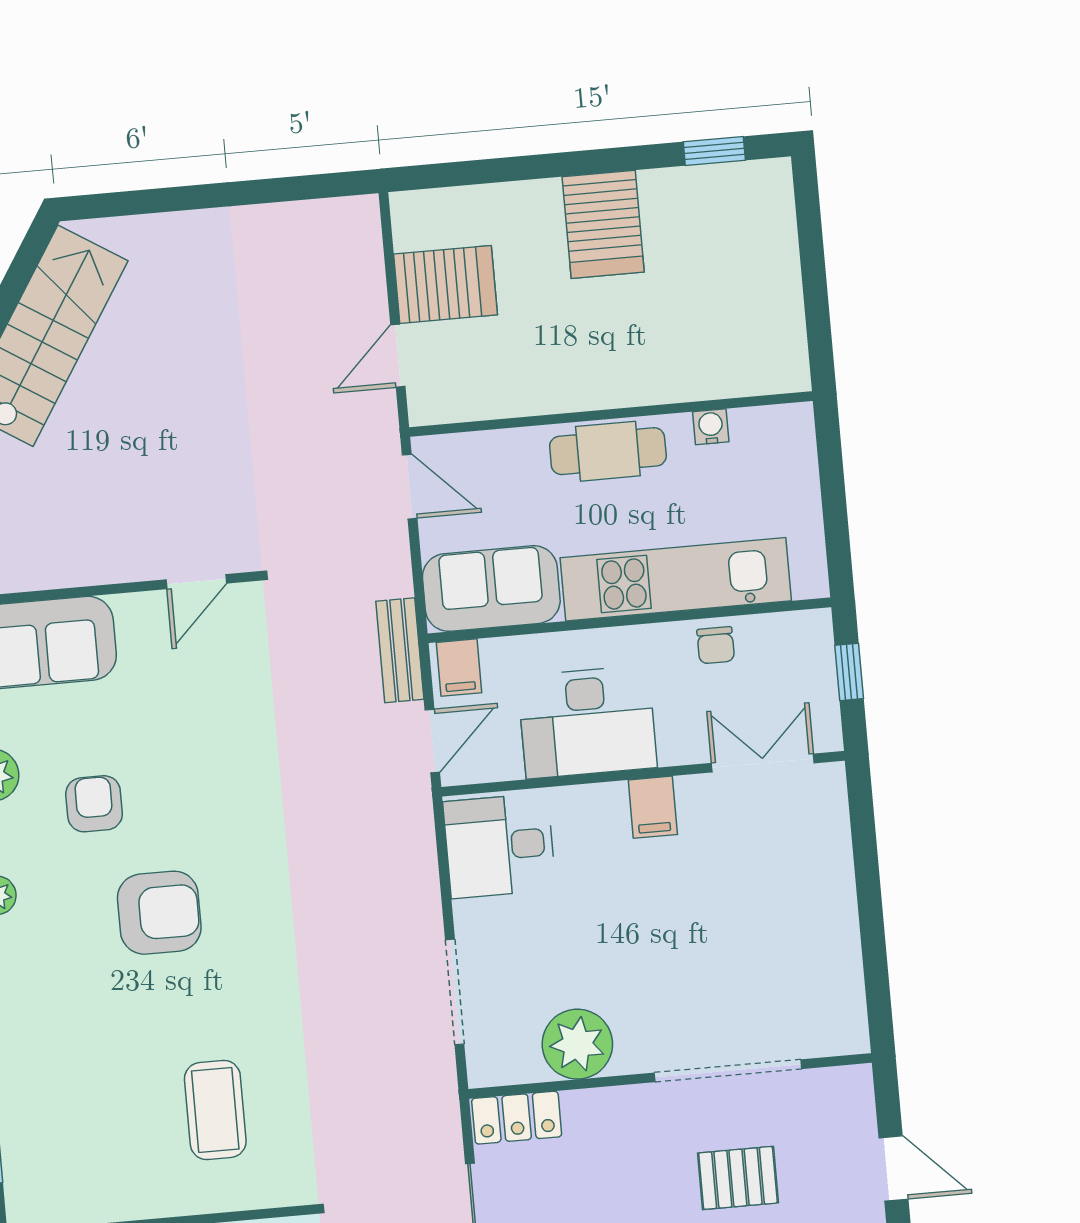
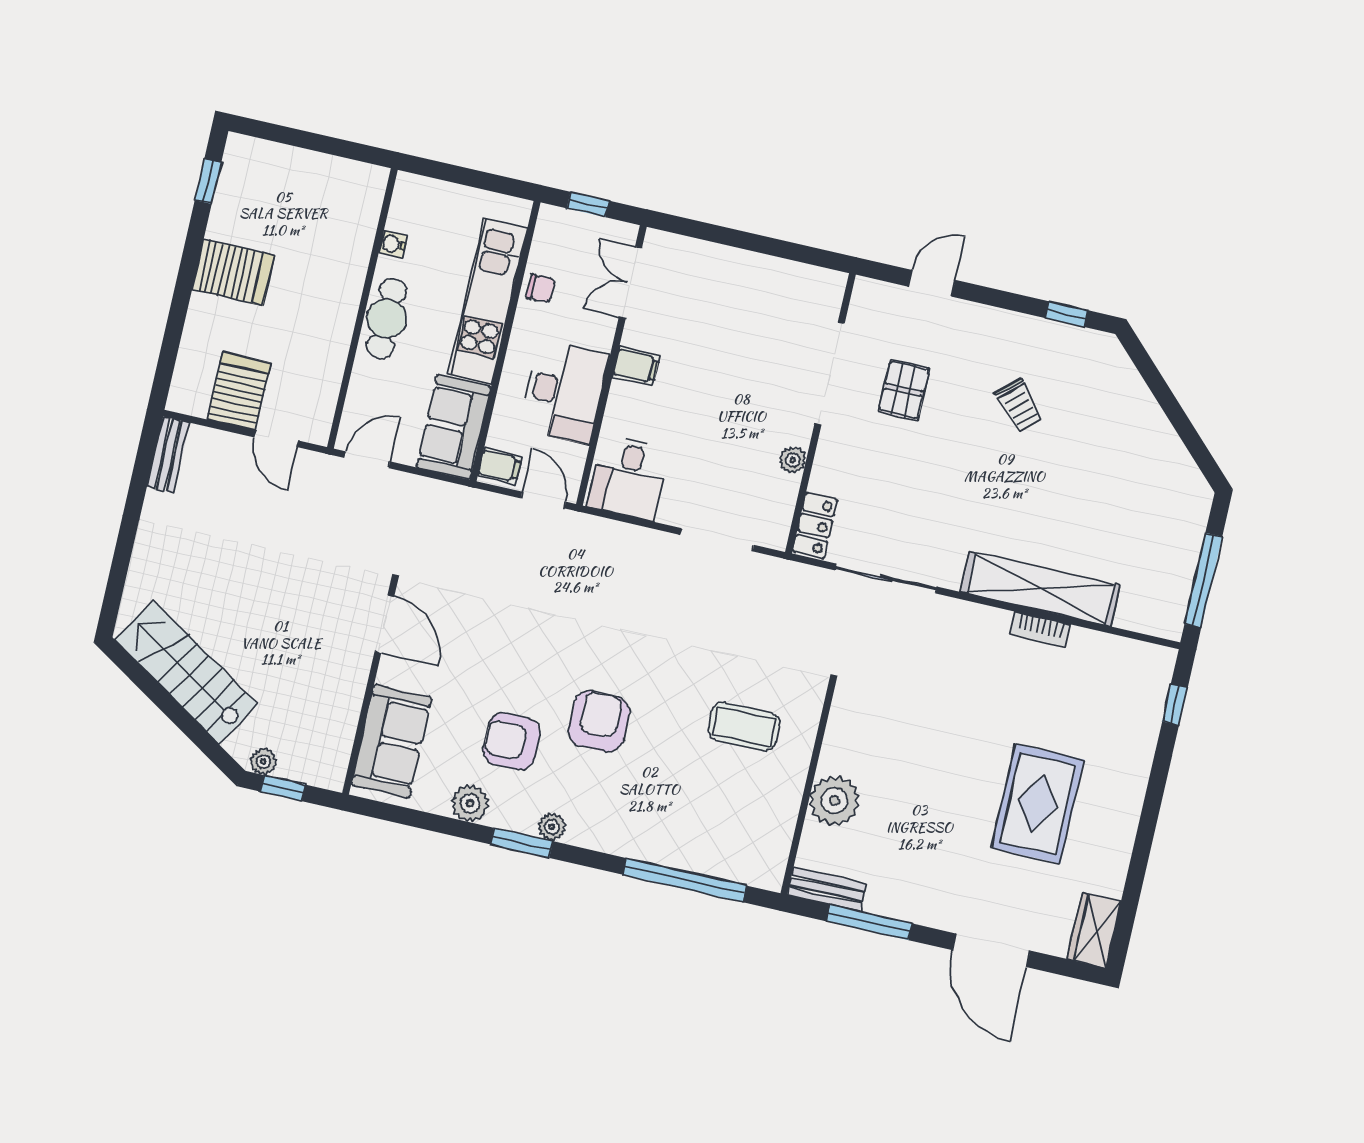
door: (196, 582) -> (384, 624), width x1.37
bench: (400, 650) -> (168, 455), moved, turned 90
armchair: (94, 804) -> (512, 741), width x1.38, depth x1.38
plant: (577, 1044) -> (793, 460), width x0.53, depth x0.53

